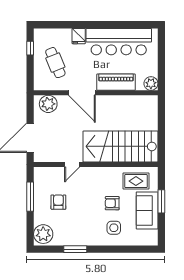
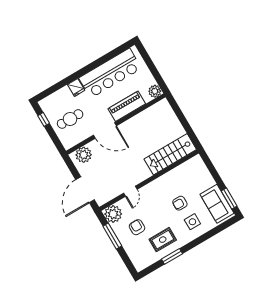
cafe table: (55, 63) -> (70, 119), turned -68
stairs: (120, 146) -> (170, 154), width x0.73, depth x0.66
rug: (136, 181) -> (163, 240), moved
window: (161, 201) -> (229, 199), moved
sofa: (147, 210) -> (217, 204), moved
plant: (43, 234) -> (113, 214), moved

